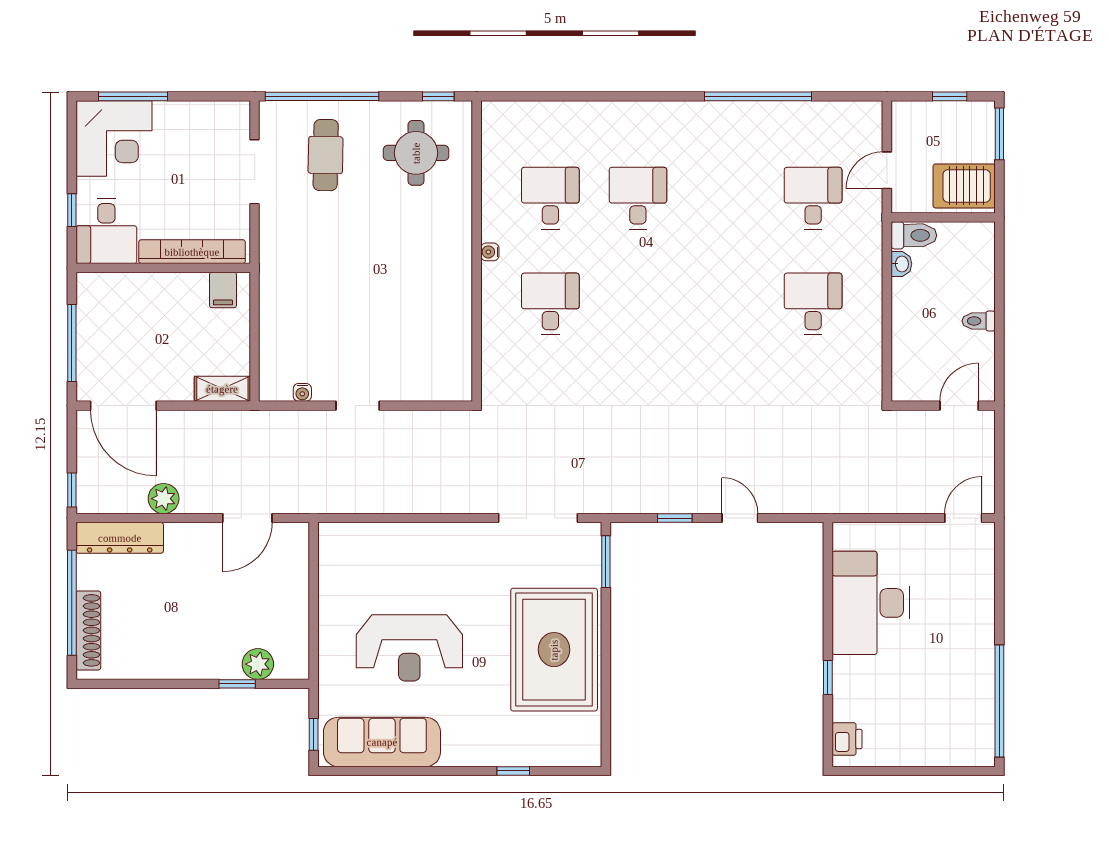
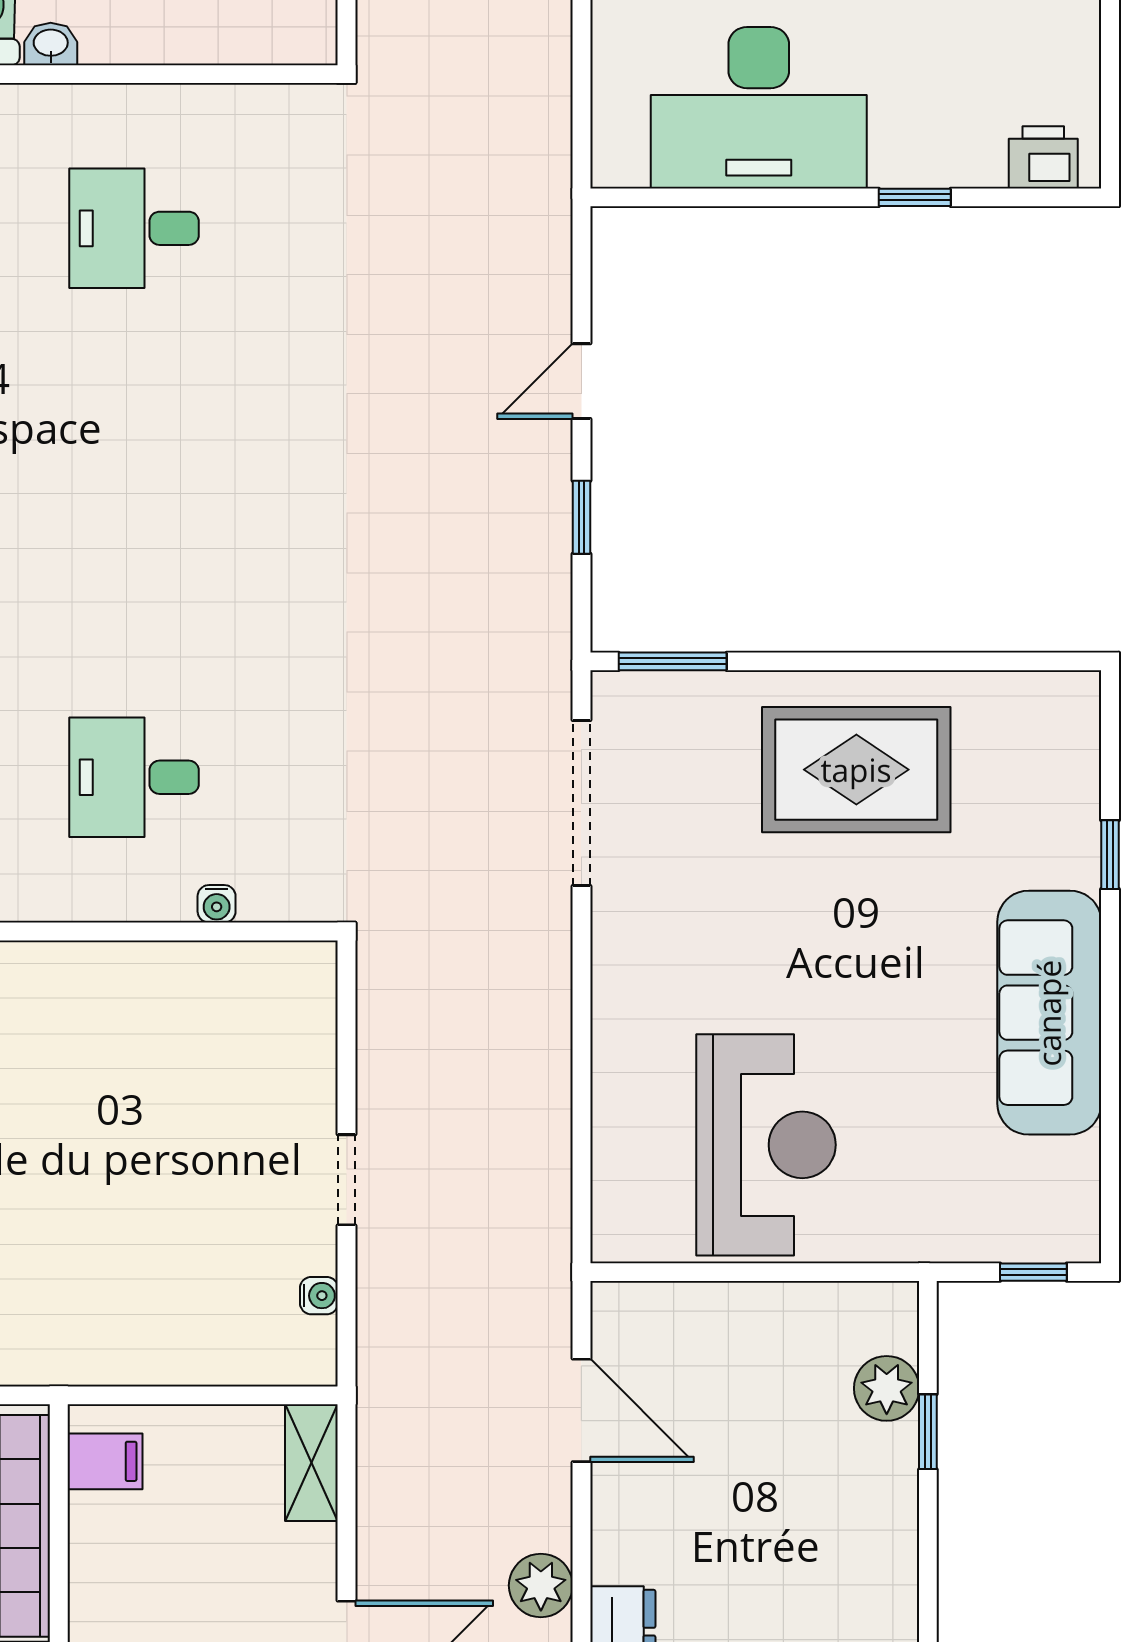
water cooler: (490, 252) -> (217, 904), moved
reception desk: (409, 648) -> (766, 1145), moved
rug: (554, 650) -> (856, 770), width x0.73, depth x0.69
sofa: (382, 742) -> (1049, 1013), moved

